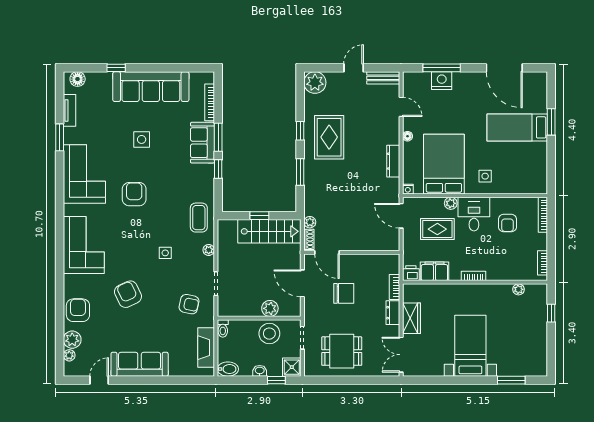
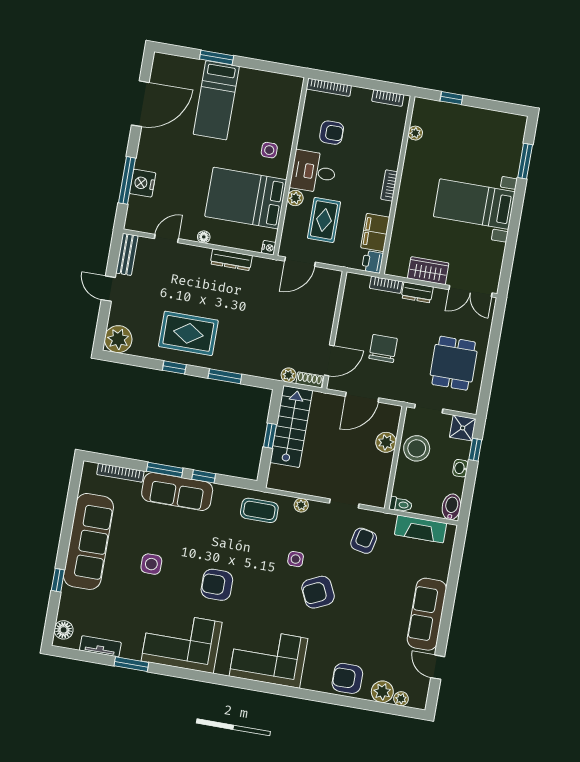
sofa: (202, 143) -> (177, 492), width x1.36
armchair: (128, 294) -> (318, 592), moved

